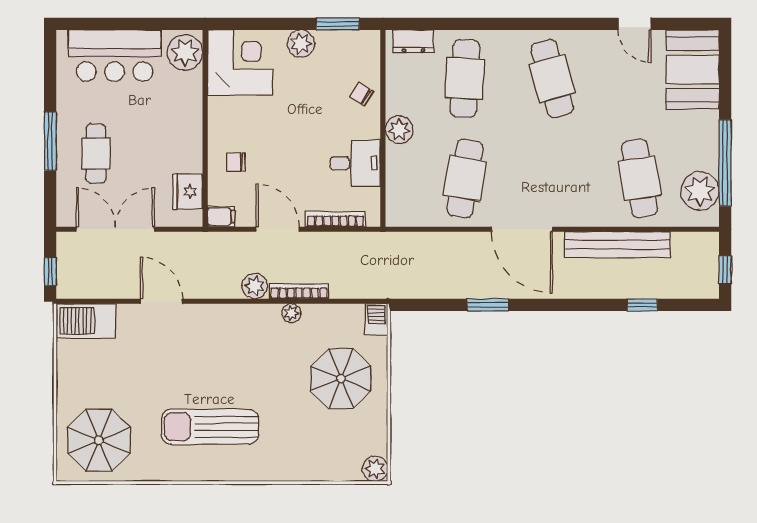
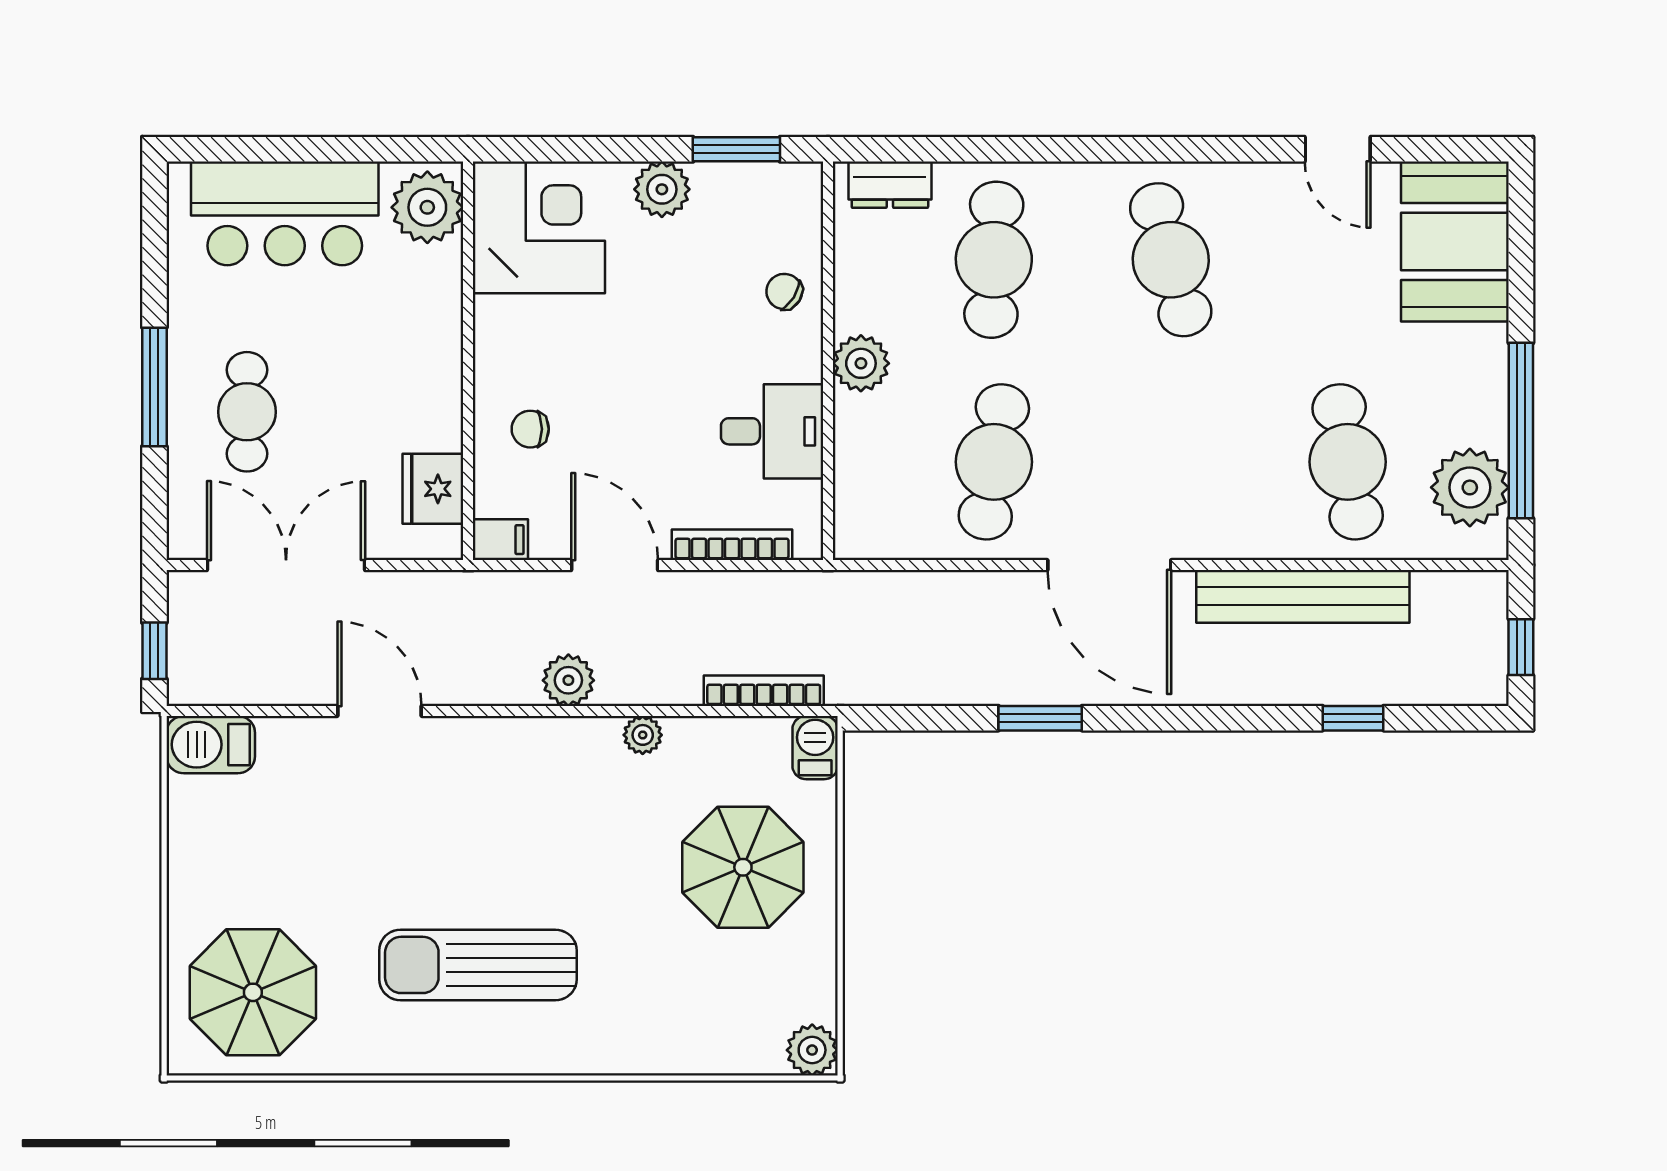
bookcase: (299, 291) -> (764, 691), moved
barbecue: (86, 321) -> (211, 745), width x0.73, depth x0.83

